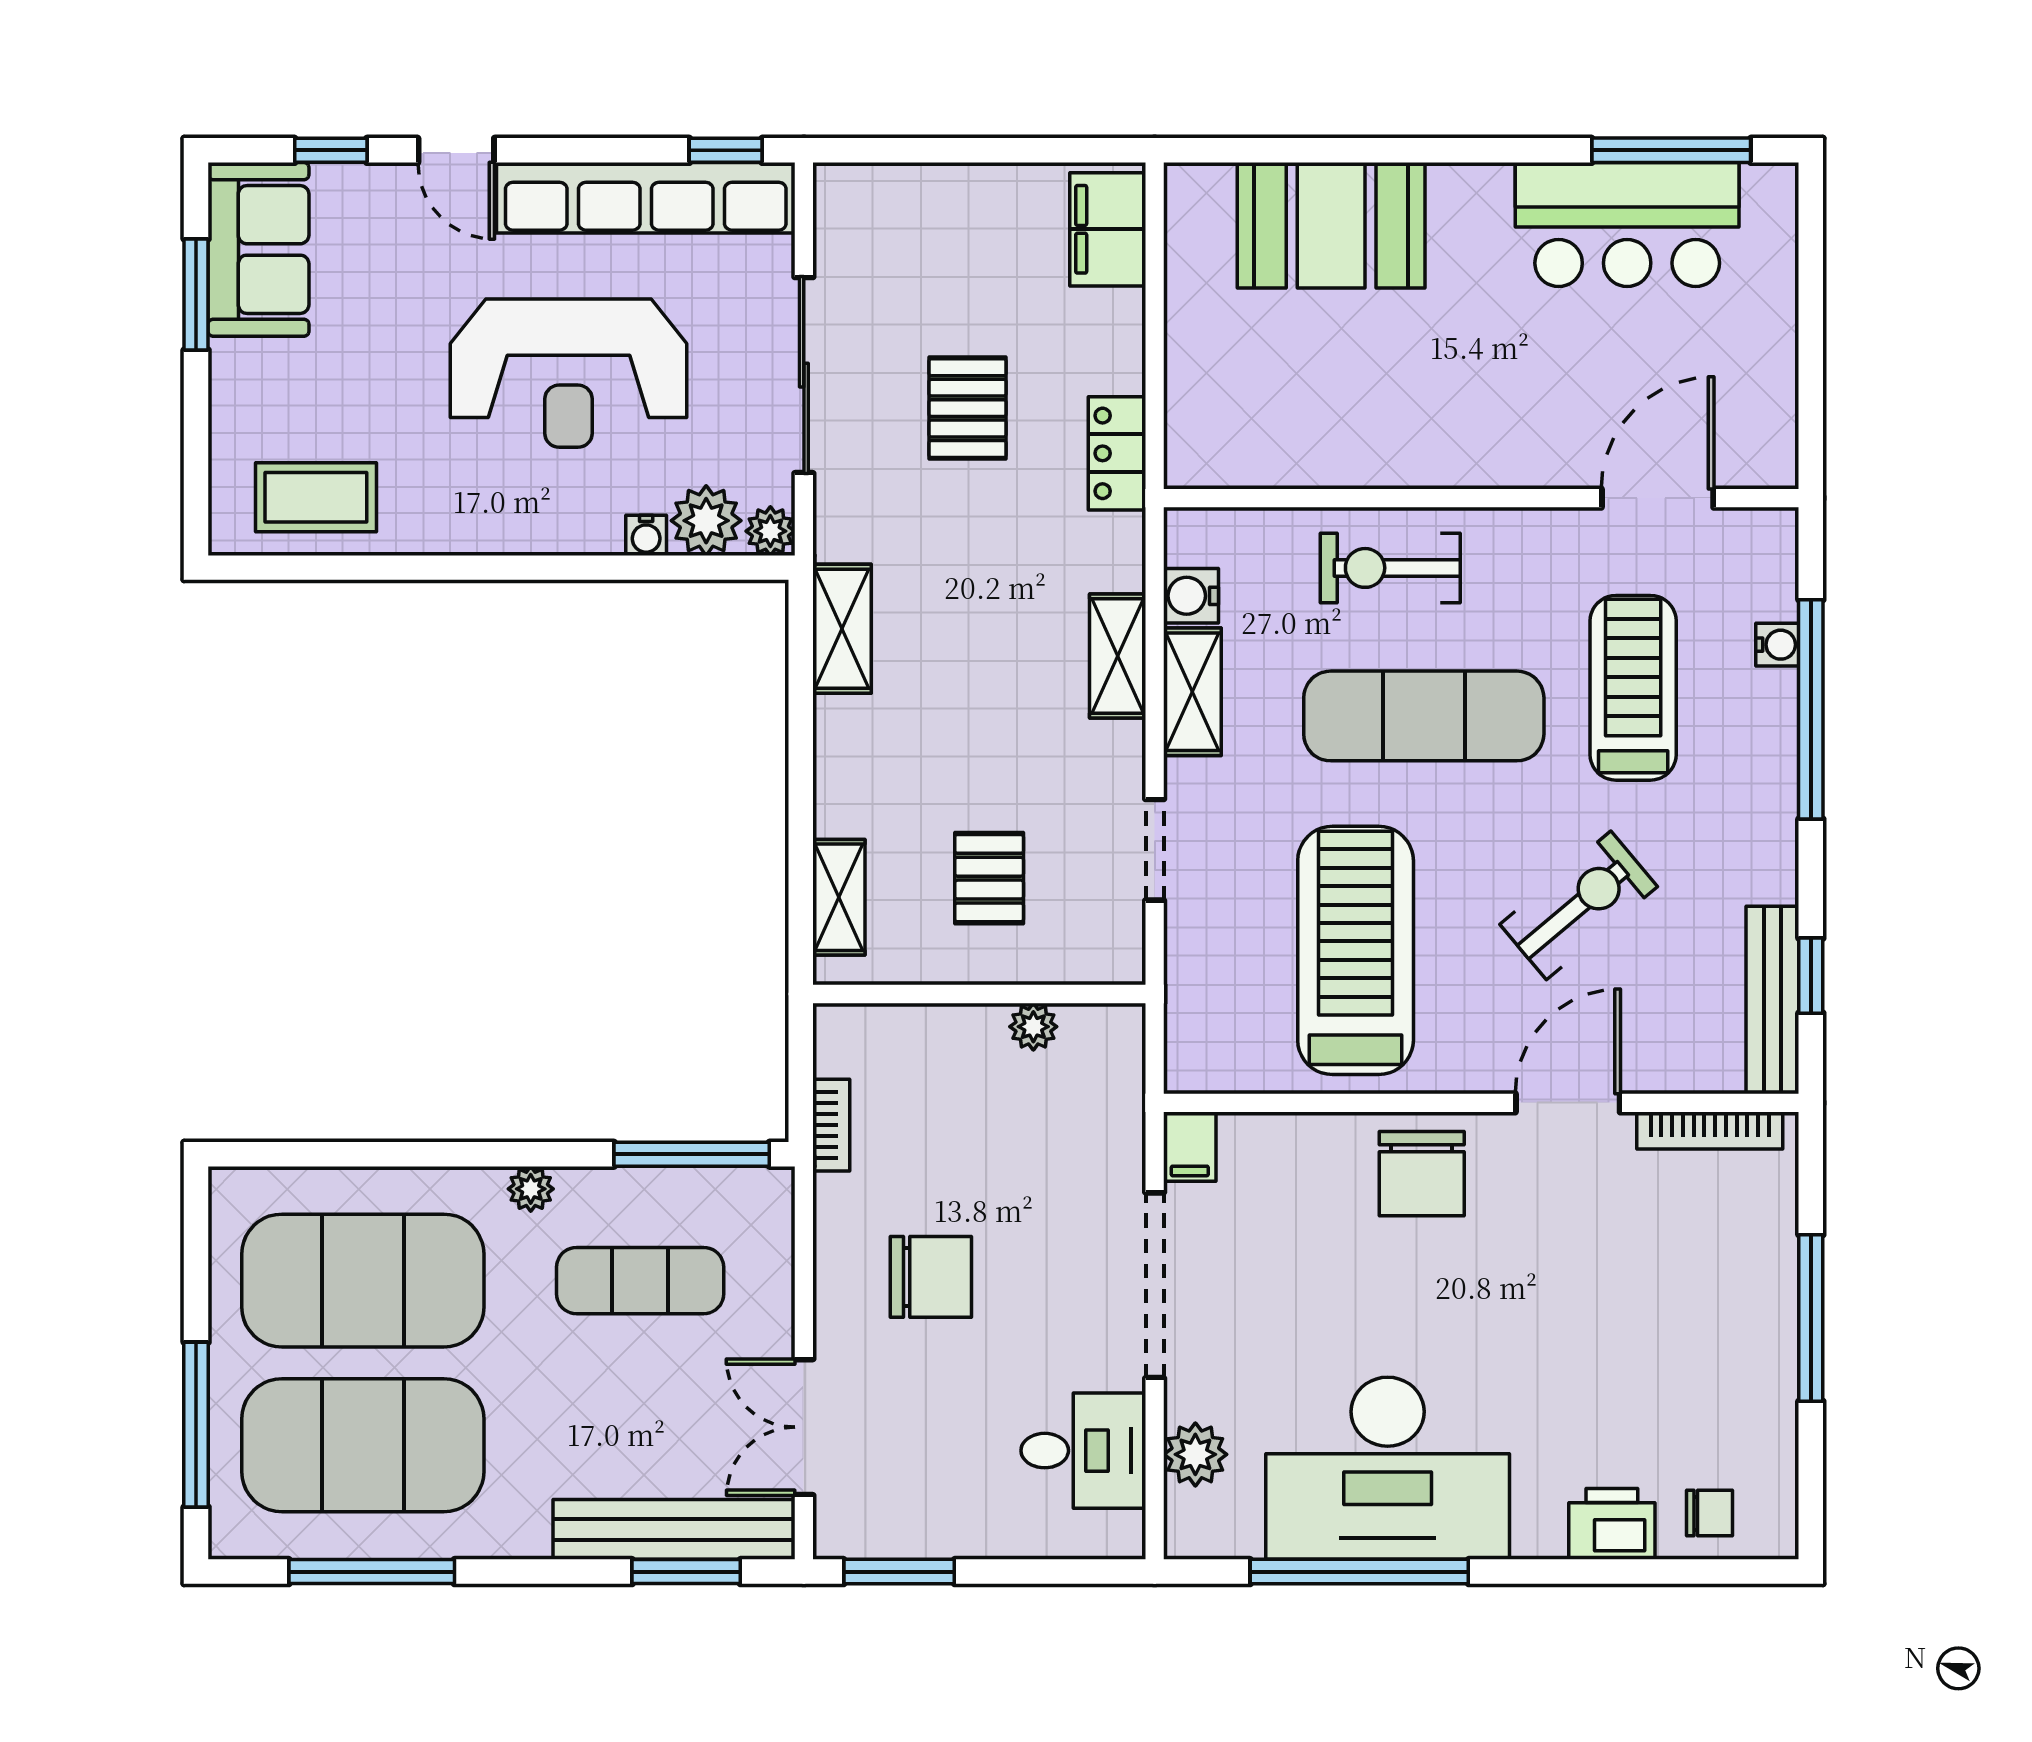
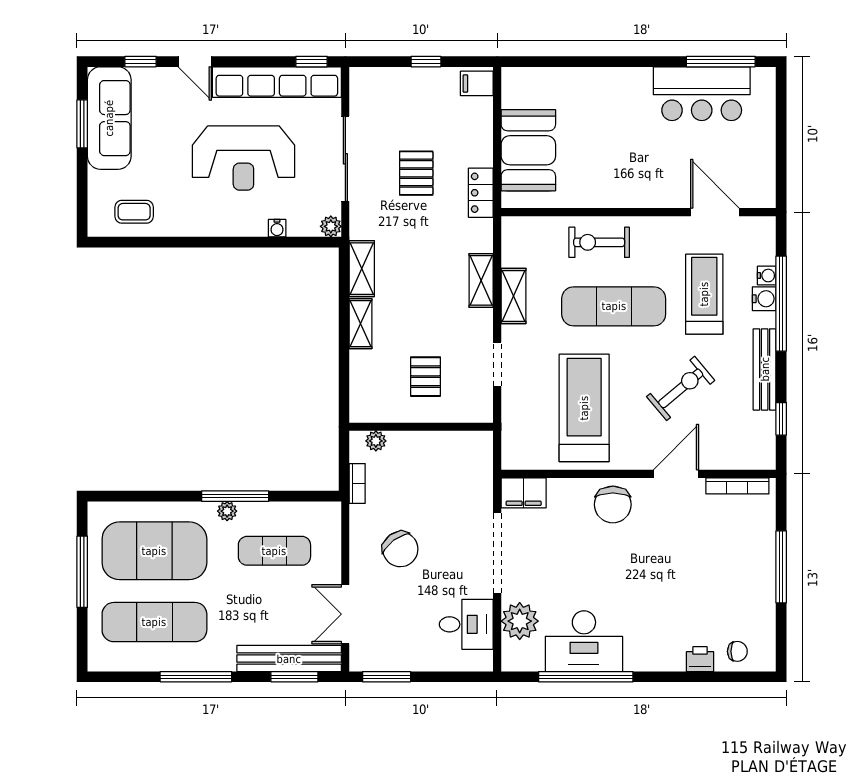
window: (990, 150) -> (426, 62), added
booth: (1331, 225) -> (528, 150), moved, turned 90
filing cabinet: (1108, 229) -> (477, 83), width x0.50
sofa: (258, 249) -> (109, 118), width x1.36
coffee table: (316, 497) -> (134, 212), width x0.73, depth x0.77
door: (1658, 498) -> (715, 212), hinge flipped
plant: (706, 521) -> (303, 222), removed
water cooler: (1191, 596) -> (764, 299), moved, turned 180
shelving: (839, 897) -> (361, 324), moved
bench: (1772, 1000) -> (765, 369), moved
plant: (1033, 1027) -> (376, 441), moved
filing cabinet: (1190, 1147) -> (524, 493), width x2.00
window: (692, 1154) -> (235, 496), moved
chair: (931, 1277) -> (400, 549), turned 53
window: (196, 1425) -> (82, 572), moved
exercise mat: (363, 1445) -> (154, 622), width x0.68
plant: (1195, 1454) -> (520, 621), width x1.36, depth x1.36
desk: (1388, 1468) -> (584, 641), width x0.73, depth x0.77
printer: (1612, 1524) -> (700, 659), width x0.73, depth x0.81
window: (372, 1572) -> (196, 677), moved

